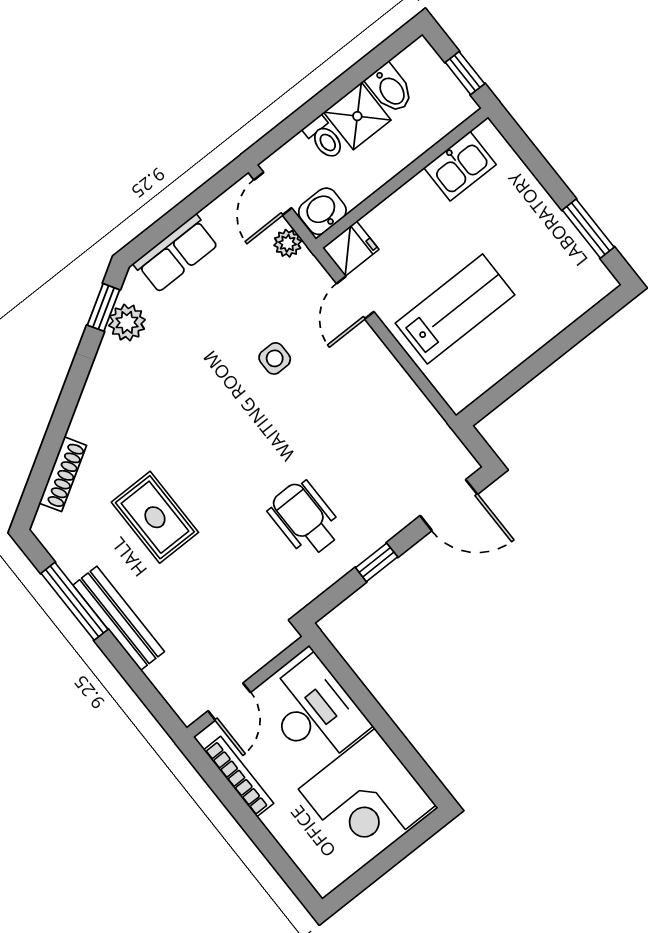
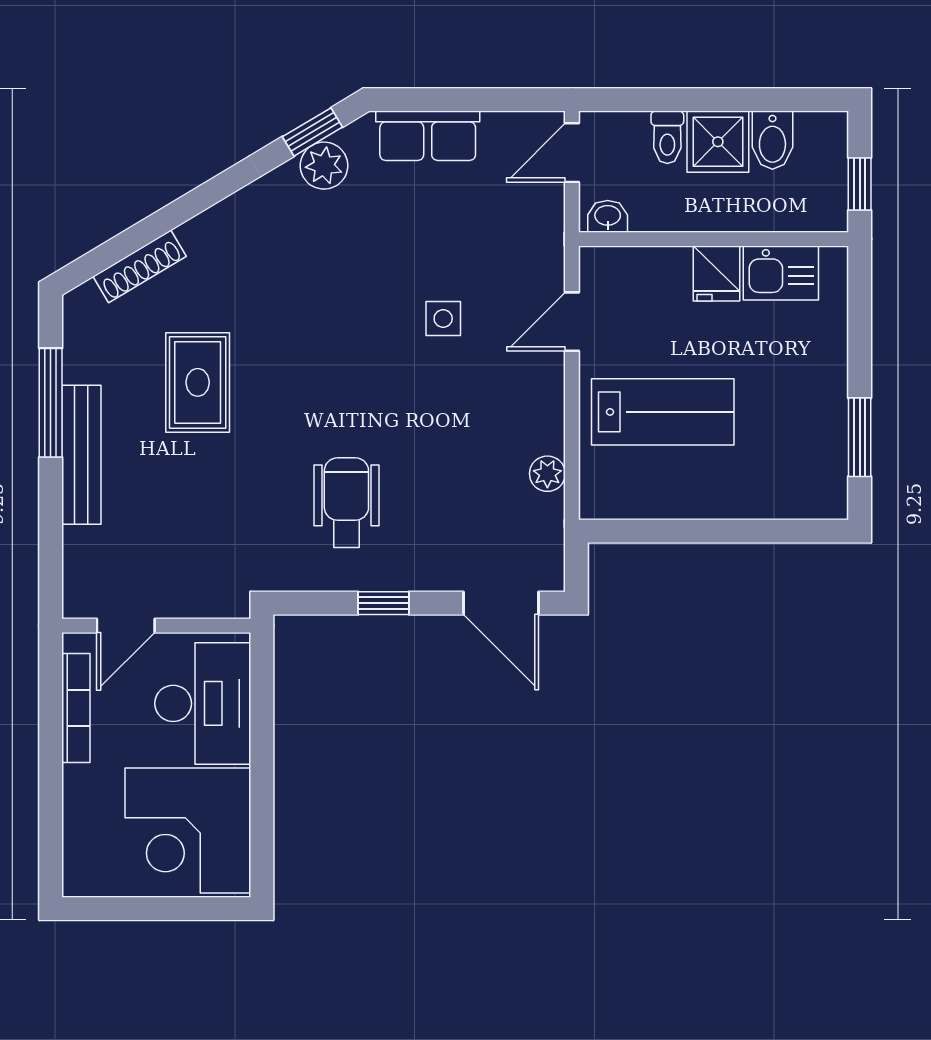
washbasin: (322, 211) -> (608, 216), width x0.72, depth x0.69
plant: (288, 243) -> (547, 474), moved
fridge: (351, 249) -> (717, 273), moved, turned 90

